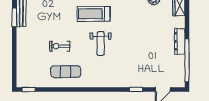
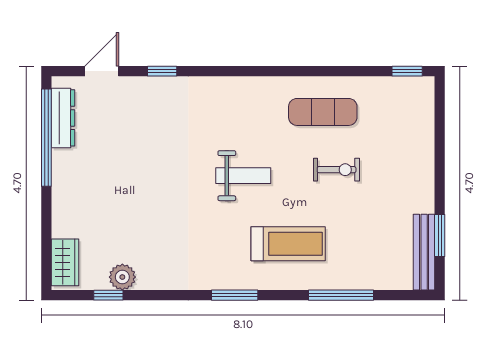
treadmill: (94, 14) -> (288, 244), moved
dresser: (180, 41) -> (63, 118), moved
weight bench: (101, 44) -> (243, 176), turned 90

